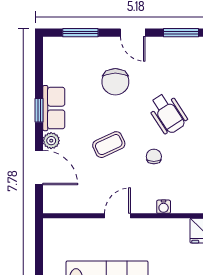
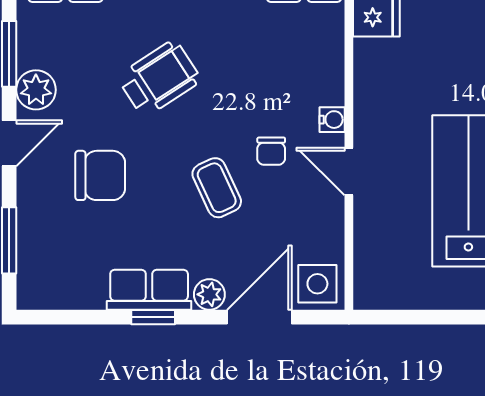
plant: (162, 47) -> (36, 90), added
chair: (154, 157) -> (271, 151), moved, turned -90
side table: (57, 199) -> (317, 284), added
water cooler: (164, 207) -> (332, 120), moved

